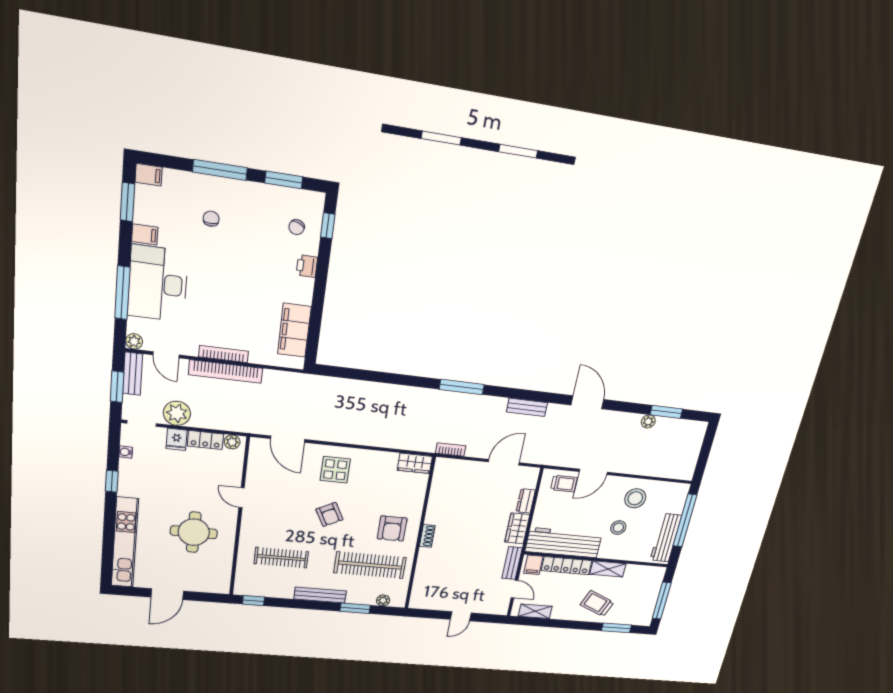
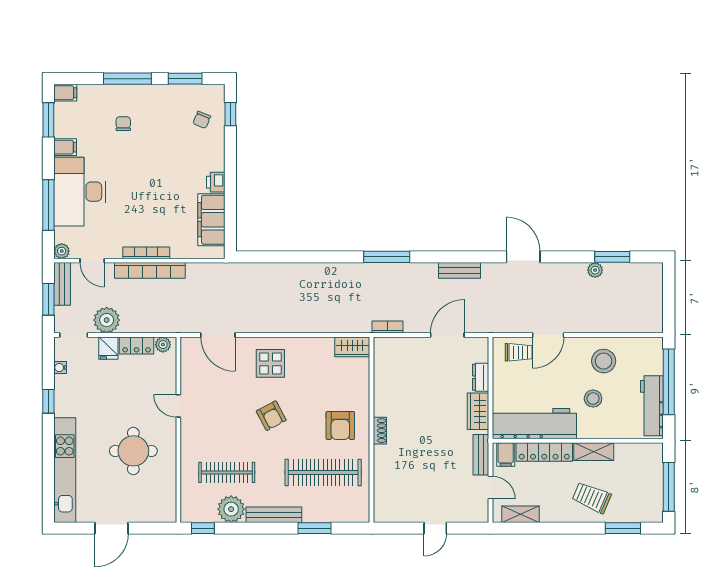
printer: (307, 266) -> (216, 182), moved
plant: (383, 600) -> (231, 509), moved, width x1.88, depth x1.88

